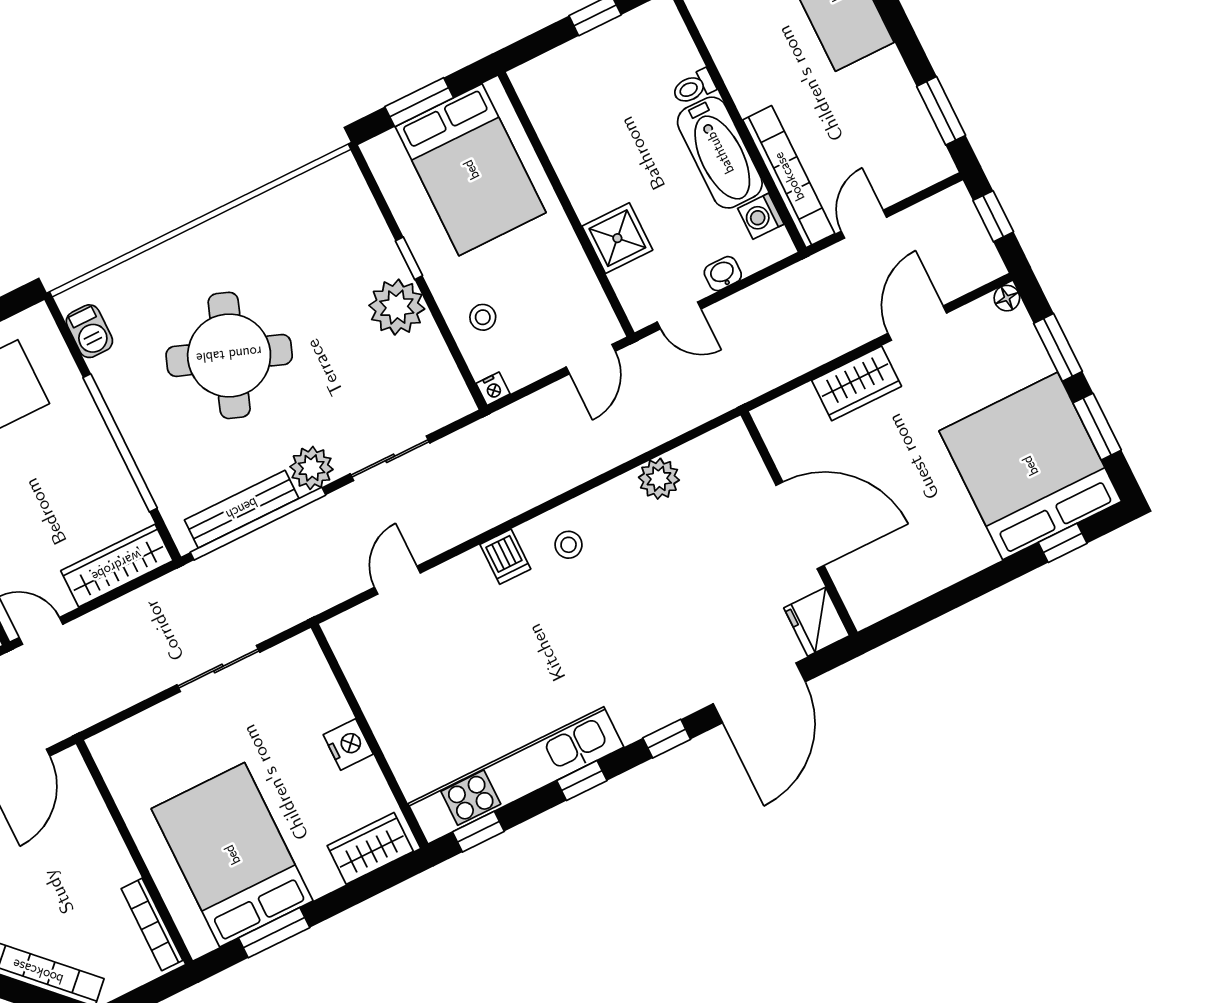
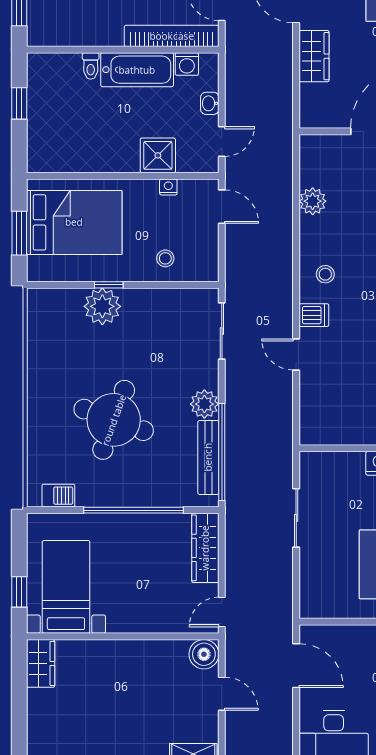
plant: (397, 307) -> (102, 306), moved
nightstand: (493, 389) -> (168, 187), moved, turned -90
sliding door: (390, 458) -> (222, 331), moved
door: (397, 580) -> (296, 354), moved

